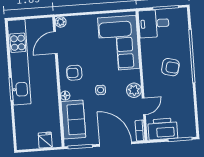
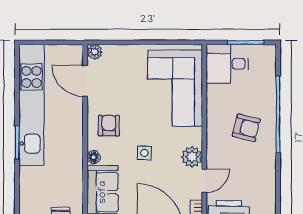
door: (55, 43) -> (85, 81), hinge flipped
armchair: (74, 73) -> (109, 126), turned 90

